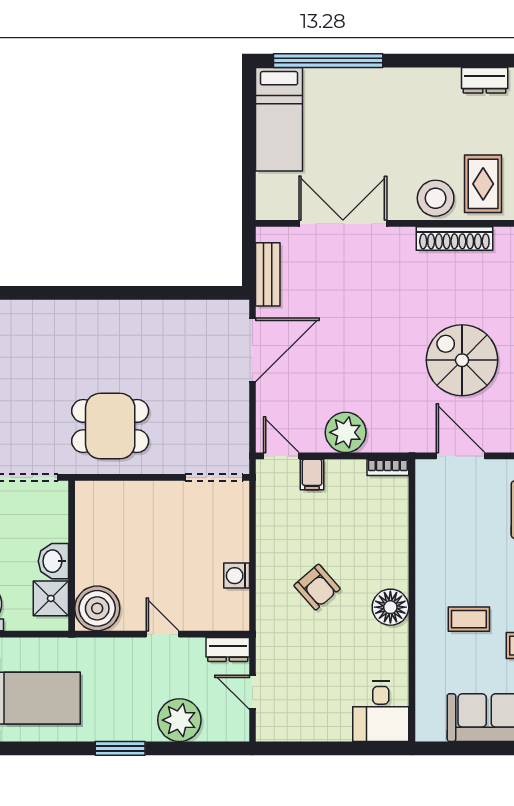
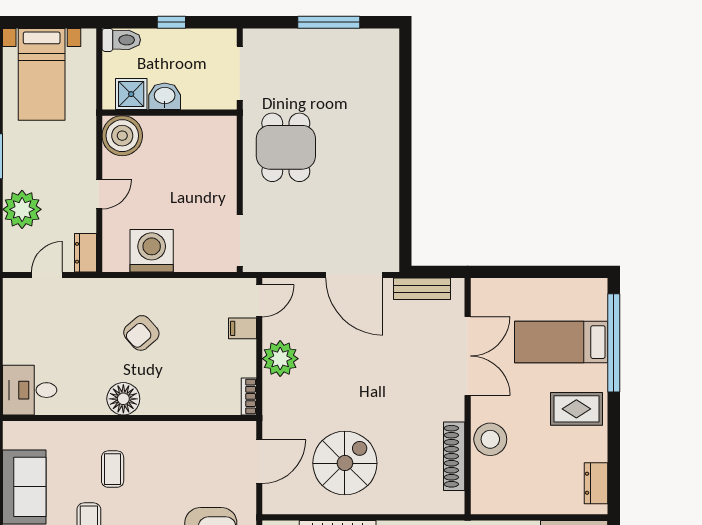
bed: (279, 119) -> (561, 342), moved
rug: (483, 184) -> (576, 409), moved
washing machine: (237, 576) -> (152, 251), width x1.89, depth x1.89

